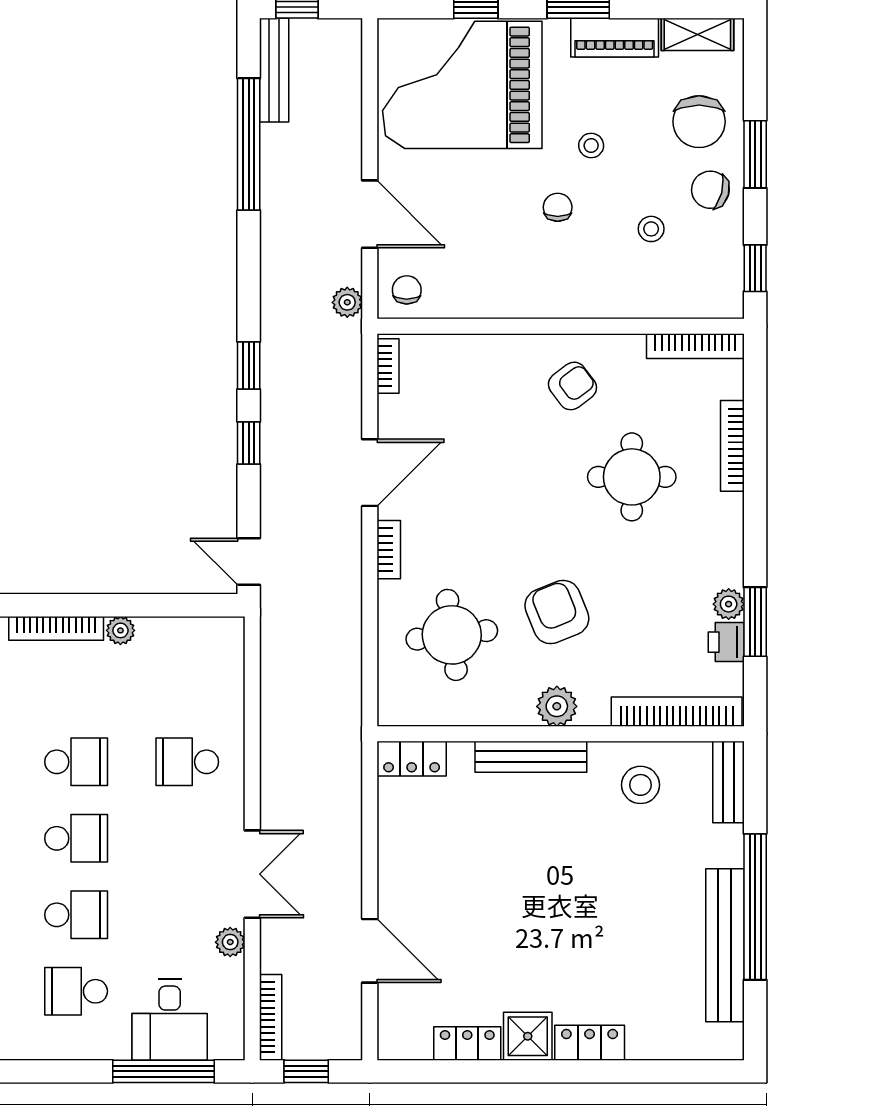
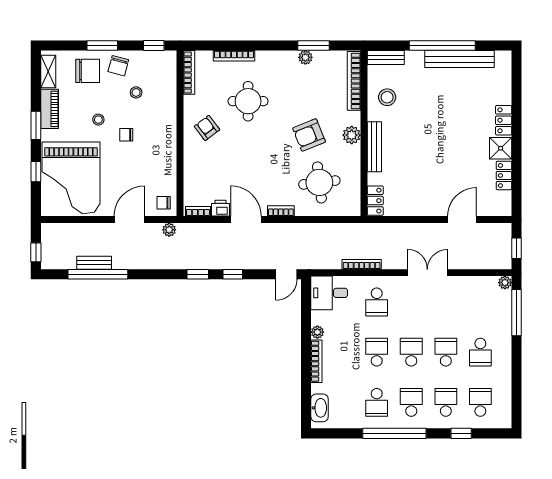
bench: (274, 70) -> (94, 263), moved, width x0.73
printer: (726, 642) -> (220, 208), moved, turned 180
plant: (230, 942) -> (505, 283), moved
bookcase: (271, 1017) -> (362, 264), moved
desk: (170, 1020) -> (329, 293), moved, turned 180

